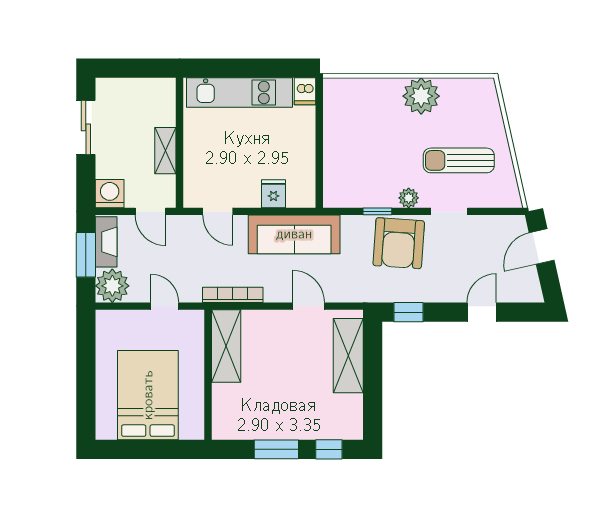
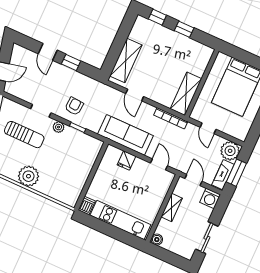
boiler: (166, 88) -> (157, 240), added
armchair: (399, 243) -> (74, 106), width x0.53, depth x0.53
window: (408, 312) -> (71, 62), moved
door: (482, 312) -> (48, 52), hinge flipped
window: (276, 449) -> (184, 29), width x0.67

